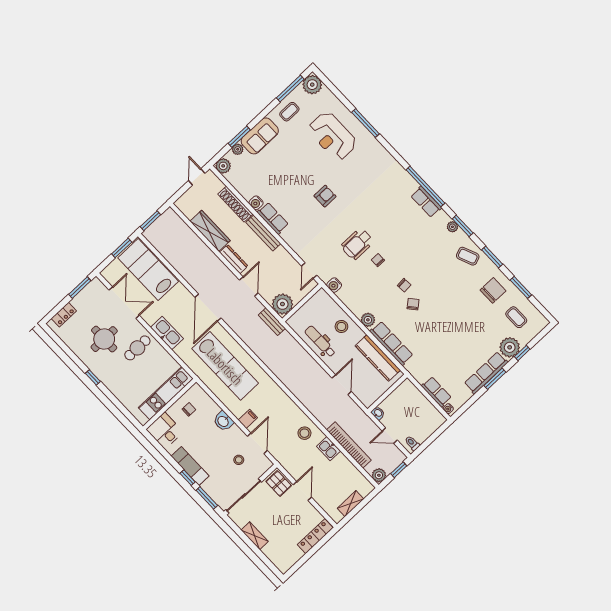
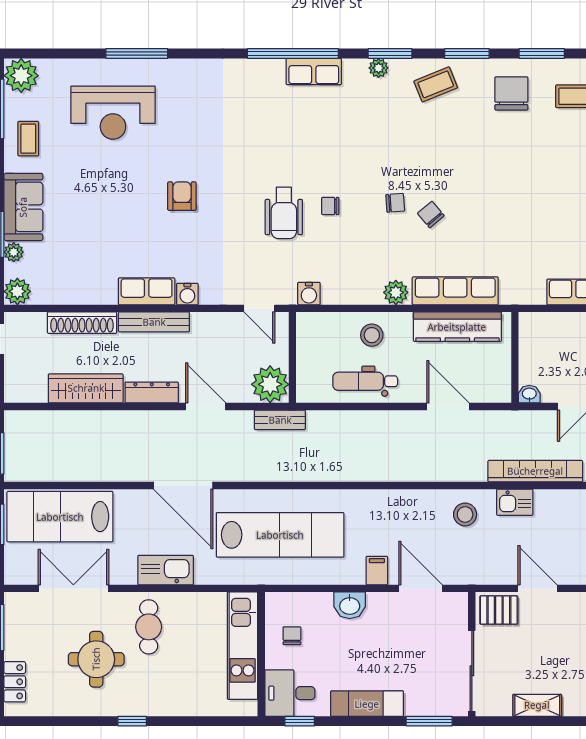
water cooler: (256, 203) -> (187, 294), moved
stool: (239, 460) -> (419, 633), removed
window: (188, 478) -> (300, 721), moved

